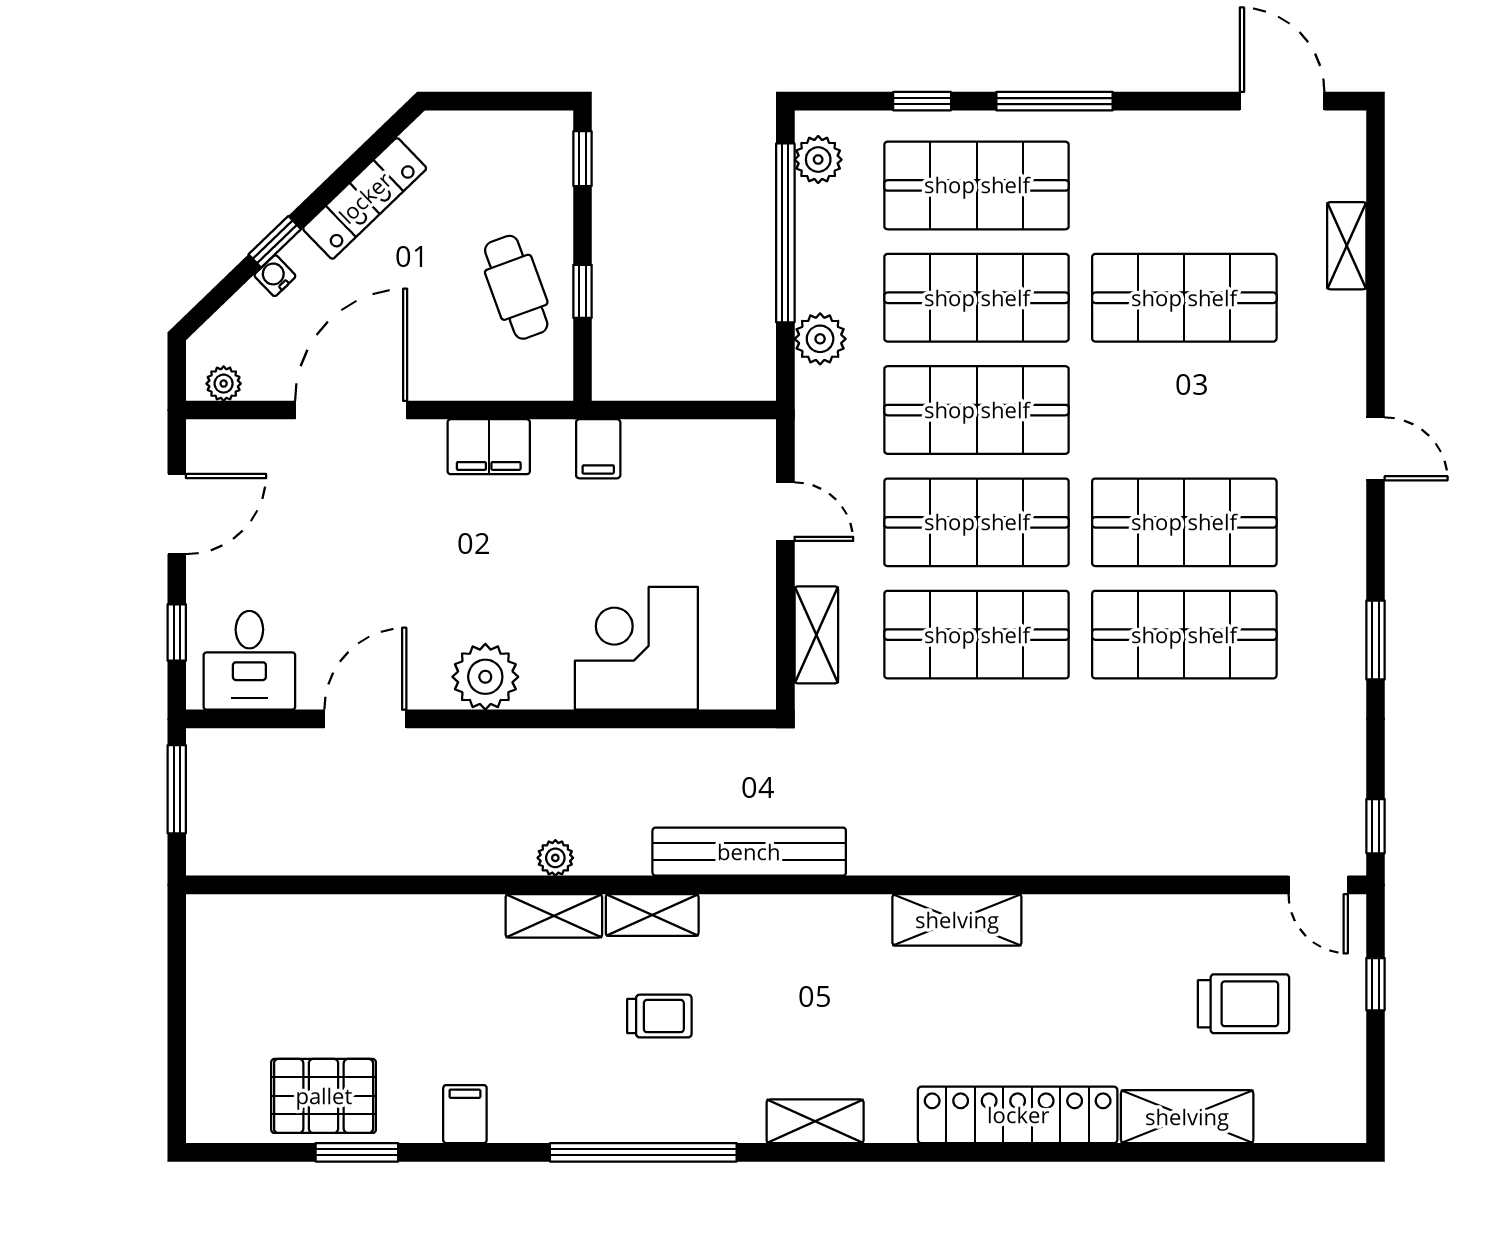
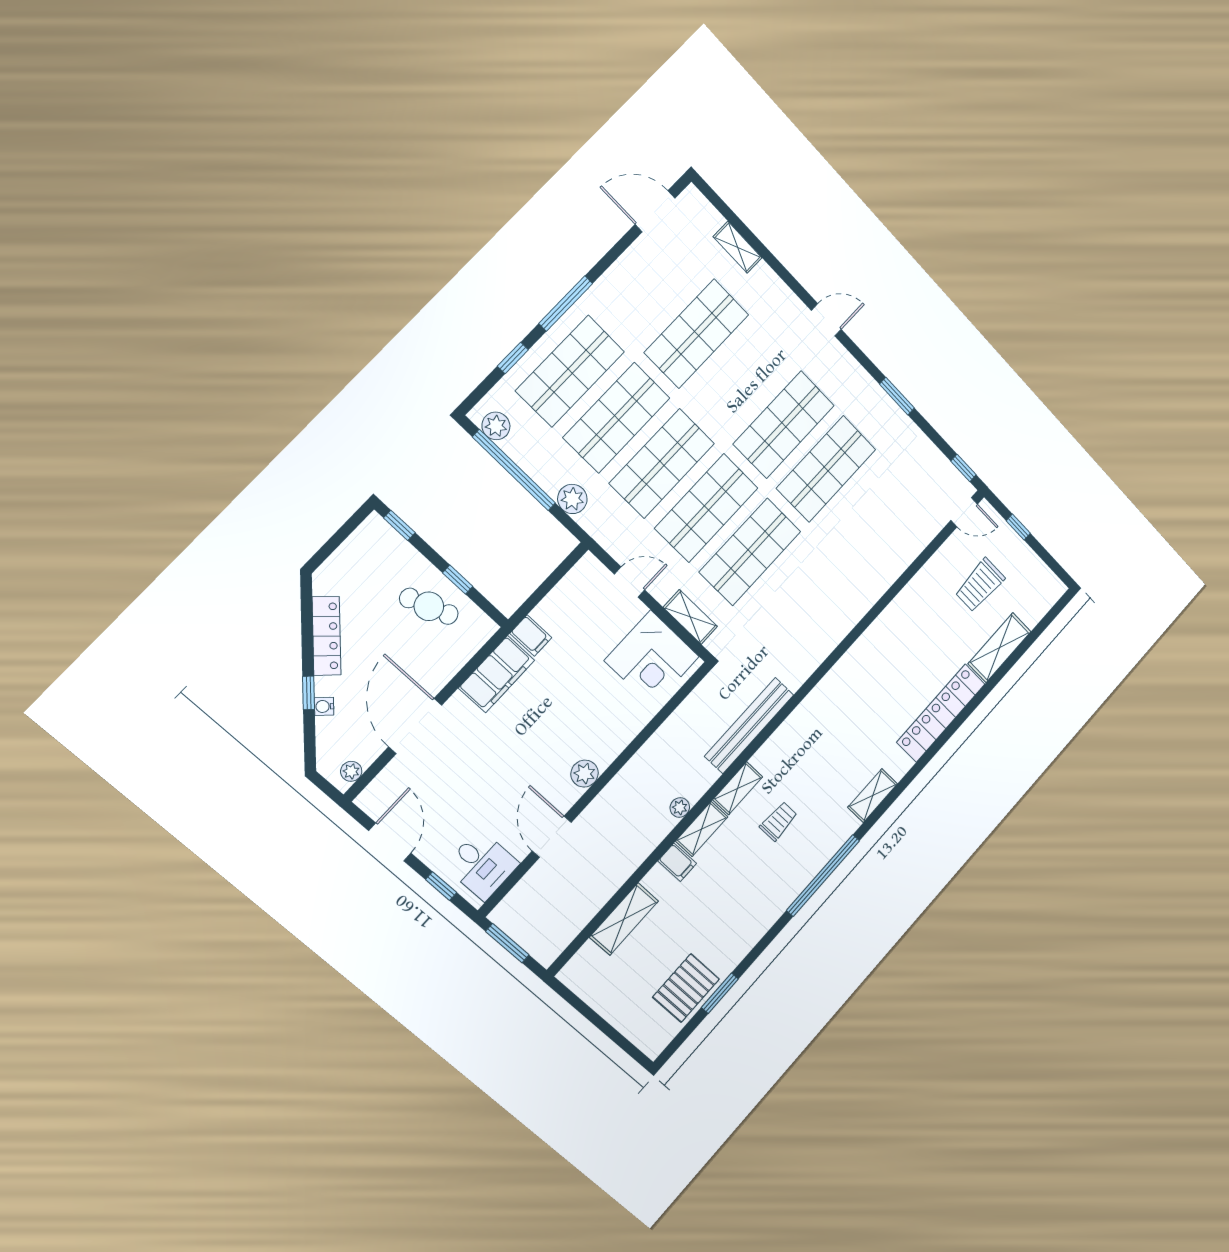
filing cabinet: (489, 447) -> (497, 674), width x1.50, depth x1.17
corner desk: (636, 648) -> (652, 659), moved, turned -90
plant: (485, 677) -> (585, 774), width x0.73, depth x0.73
shelving: (957, 920) -> (624, 919), moved
trolley: (1244, 1004) -> (980, 585), turned 180
filing cabinet: (465, 1114) -> (677, 862), moved, turned 180

